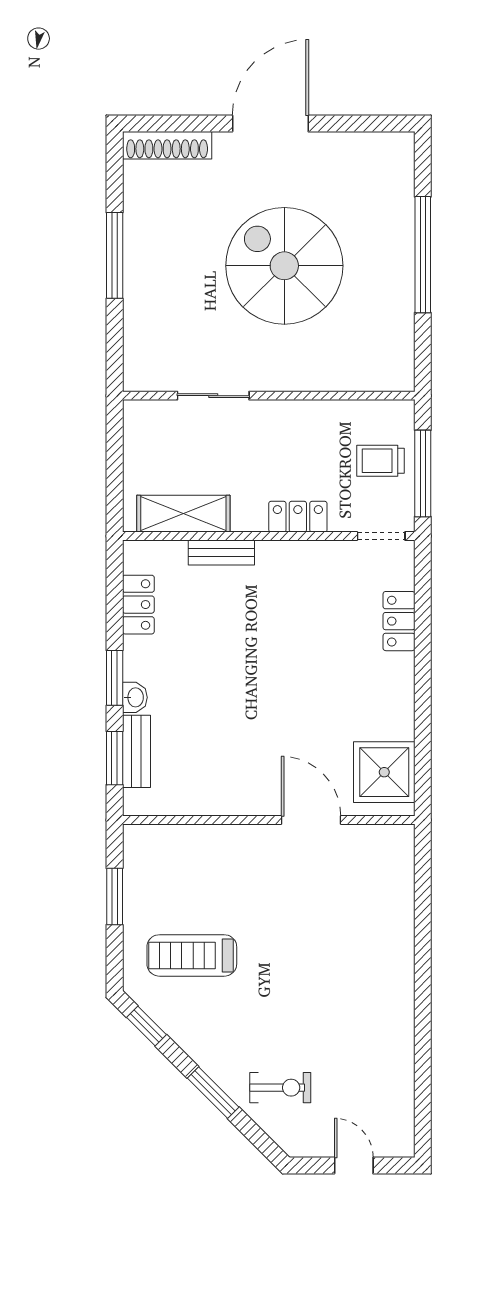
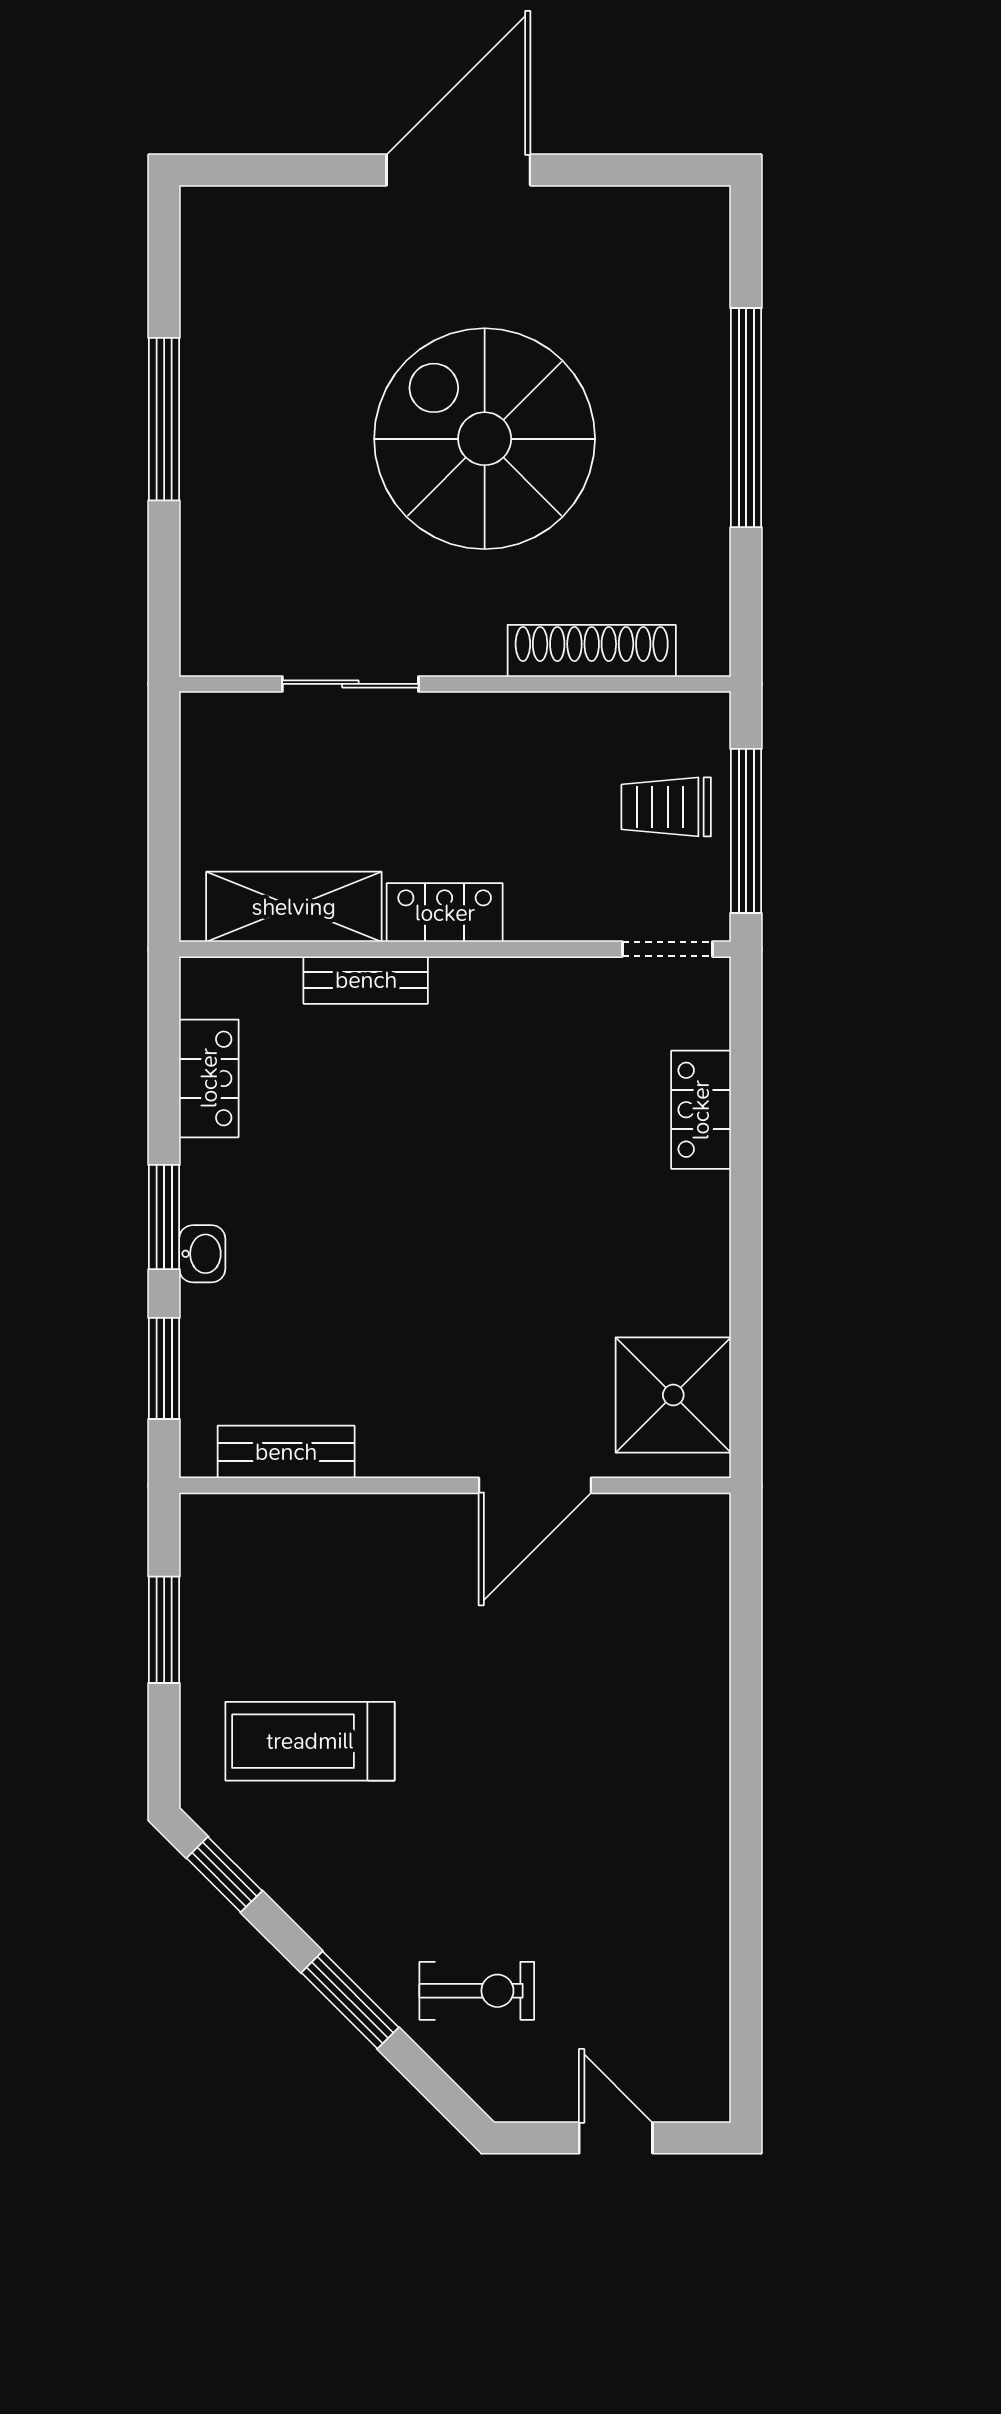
shoe rack: (167, 145) -> (592, 651), moved, turned 180
locker: (298, 517) -> (445, 913), moved
bench: (136, 751) -> (286, 1452), moved, turned 90
door: (311, 820) -> (535, 1485), swing flipped

